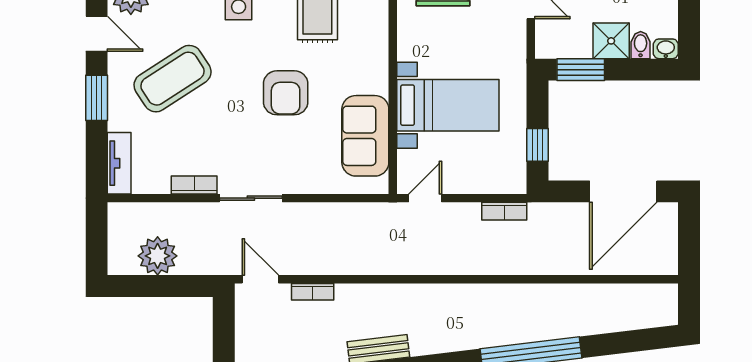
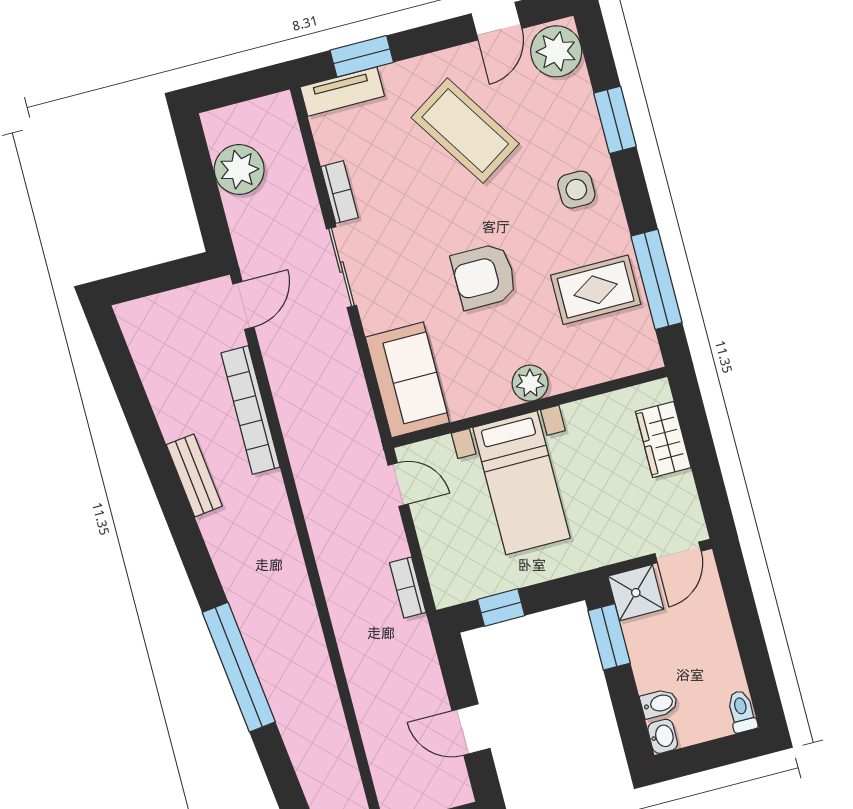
shower: (611, 41) -> (636, 593), moved
plant: (375, 79) -> (530, 383), added
window: (97, 98) -> (362, 56), moved
sofa: (365, 136) -> (407, 380), moved, turned 90
door: (623, 191) -> (471, 730), width x0.53
bookcase: (313, 292) -> (250, 410), width x2.31, depth x1.31

